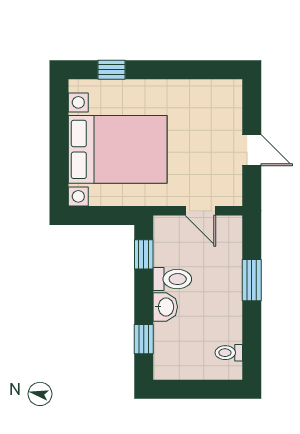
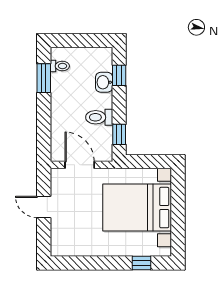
door: (200, 211) -> (80, 165), width x1.38
window: (252, 280) -> (44, 78), moved
washbasin: (165, 307) -> (104, 82), moved

